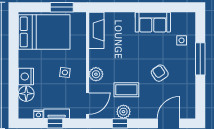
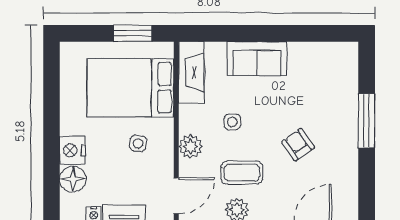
sofa: (153, 22) -> (257, 59), moved
bed: (44, 32) -> (130, 88), moved, turned 180
side table: (182, 40) -> (232, 122), moved

